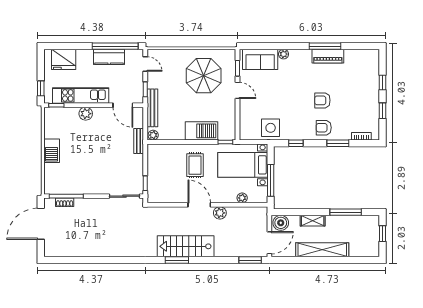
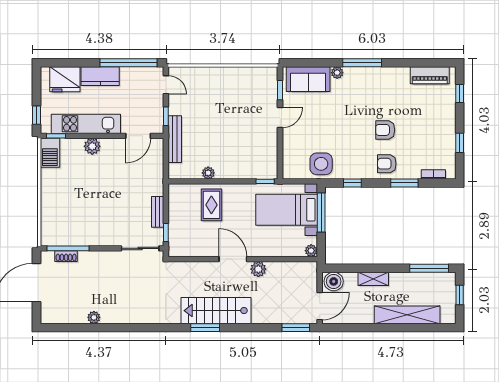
window: (325, 46) -> (362, 63), moved
piano: (328, 56) -> (430, 75), moved
kitchen counter: (109, 57) -> (100, 76), moved
parasol: (204, 76) -> (238, 99), removed
window: (382, 82) -> (460, 94), moved
door: (237, 90) -> (280, 118), hinge flipped
door: (123, 105) -> (138, 136), hinge flipped
barbecue: (201, 131) -> (236, 168), removed
plant: (153, 135) -> (208, 173), moved
bench: (139, 141) -> (158, 212), moved
barbecue: (52, 151) -> (50, 153), moved
rug: (195, 165) -> (211, 205), moved
window: (271, 180) -> (321, 213), moved
plant: (242, 198) -> (311, 251), moved
window: (346, 212) -> (429, 268), moved
shelving: (322, 250) -> (407, 315), moved
plant: (87, 252) -> (94, 317), added

